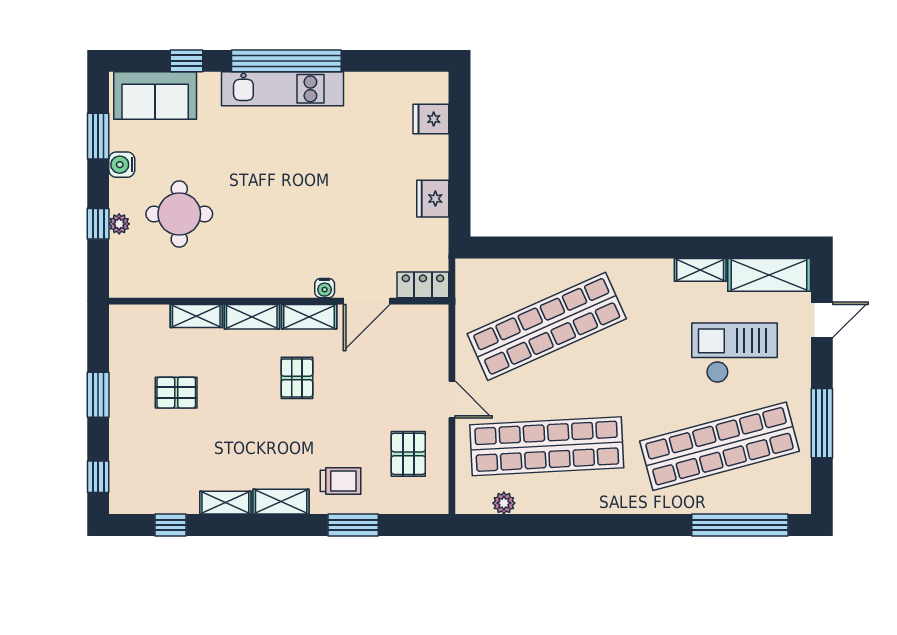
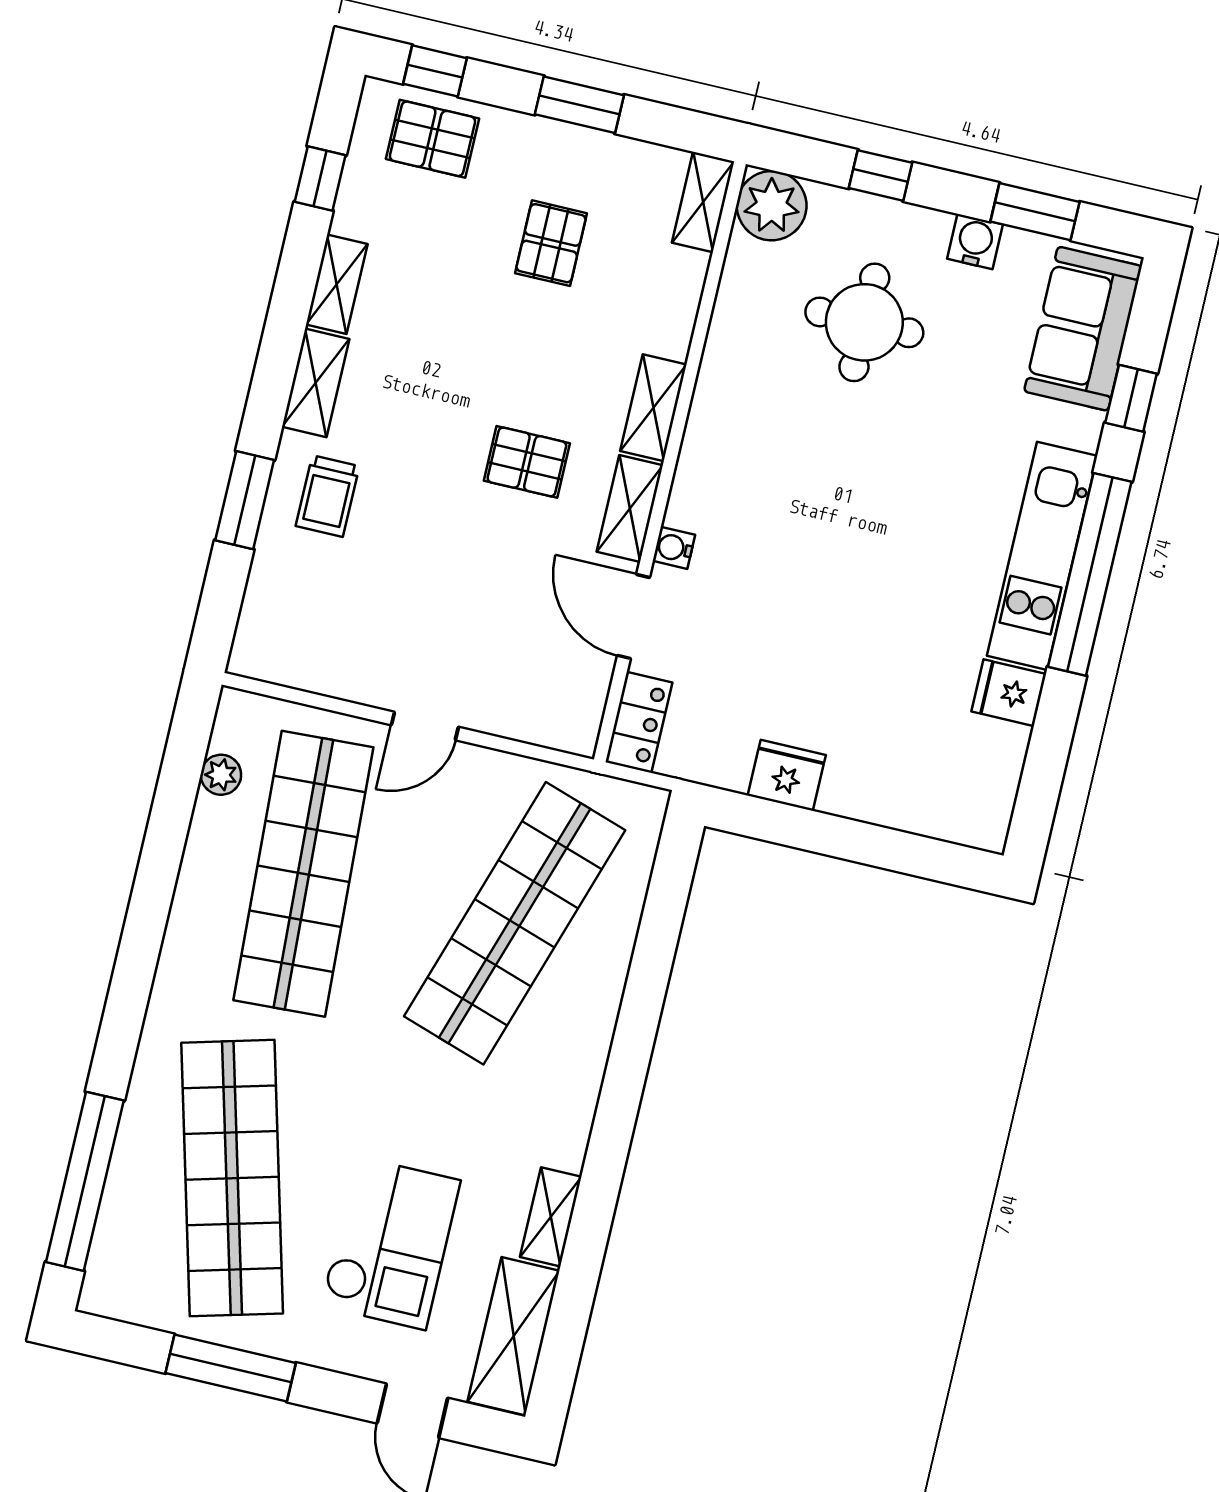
fridge: (431, 119) -> (1009, 693), moved, turned -90
plant: (119, 224) -> (772, 206), moved, width x1.88, depth x1.88
shelving: (196, 316) -> (703, 202), moved
shop shelf: (547, 326) -> (515, 923), turned 42
pallet: (408, 454) -> (432, 139), moved

